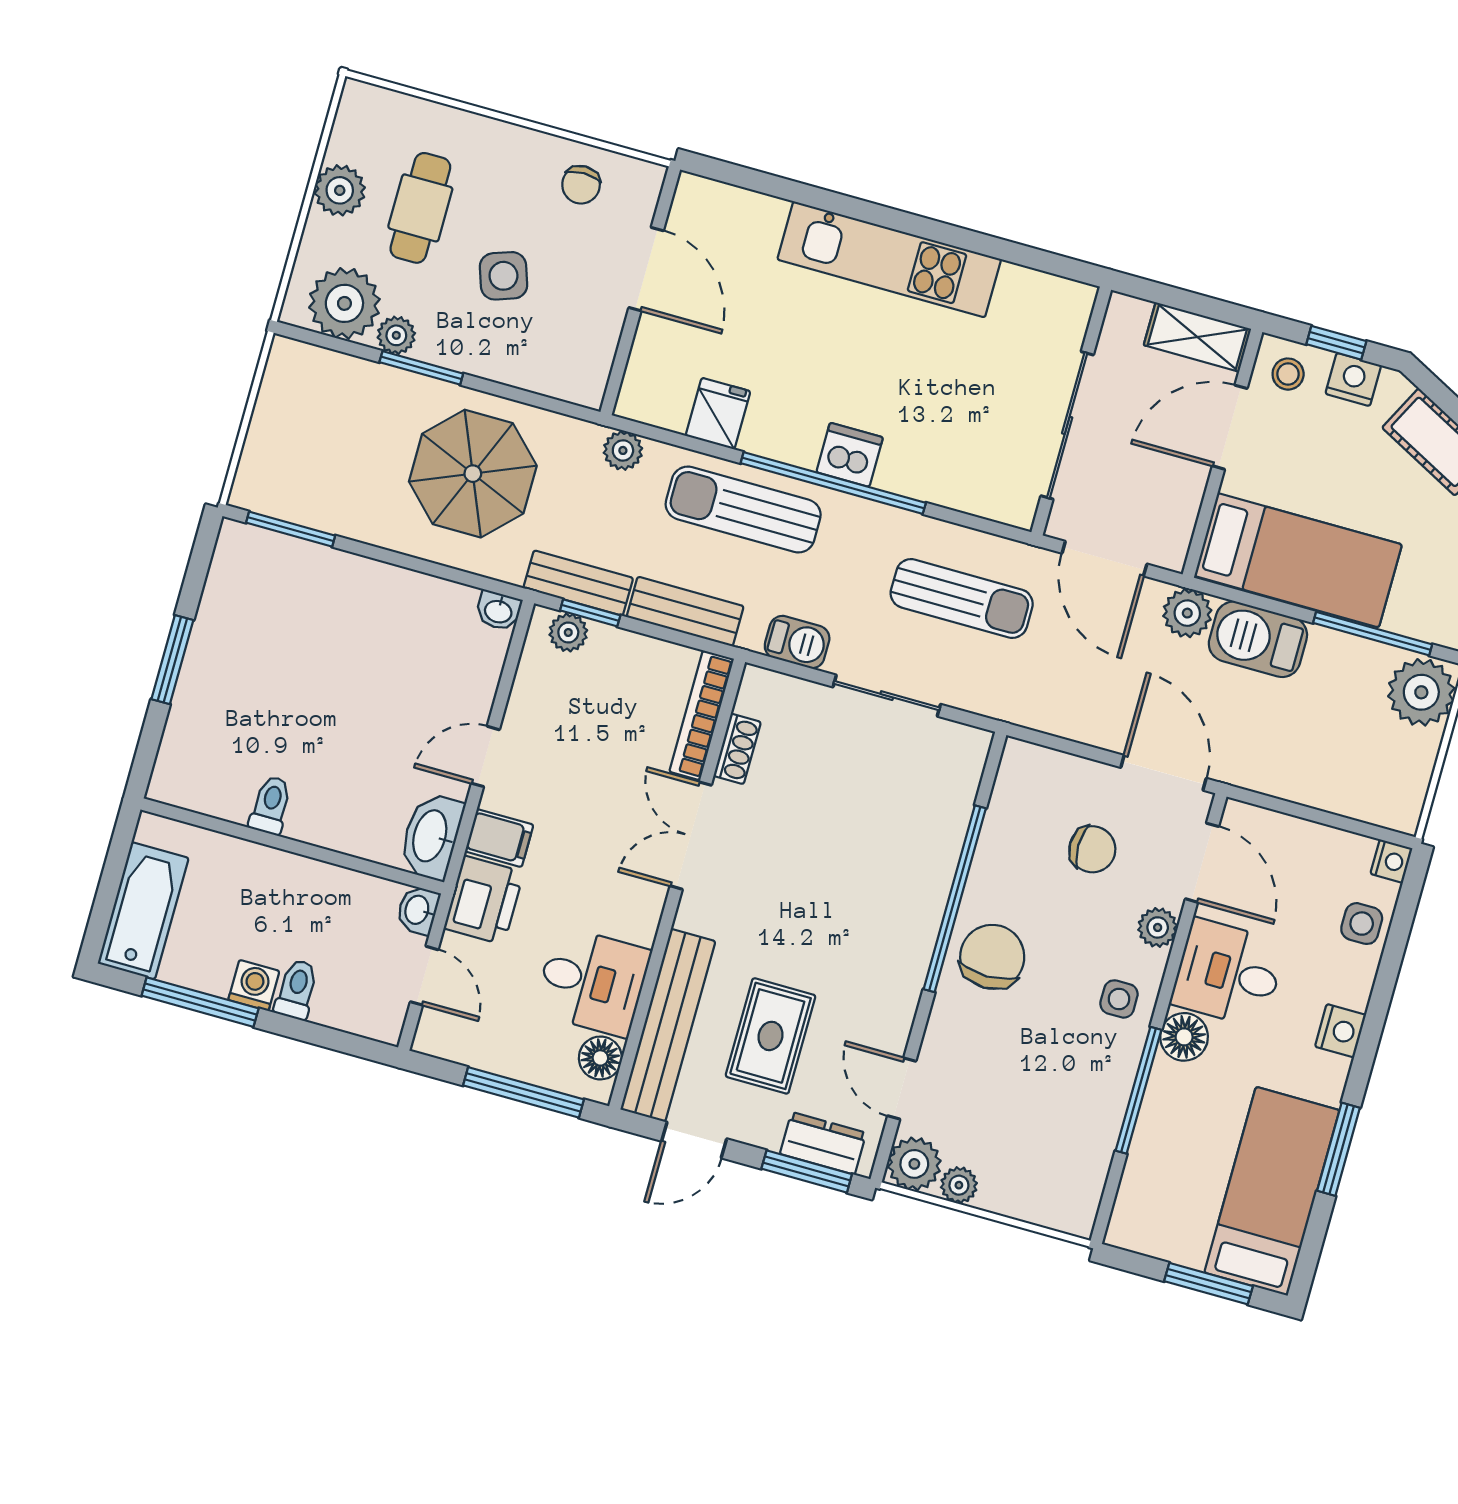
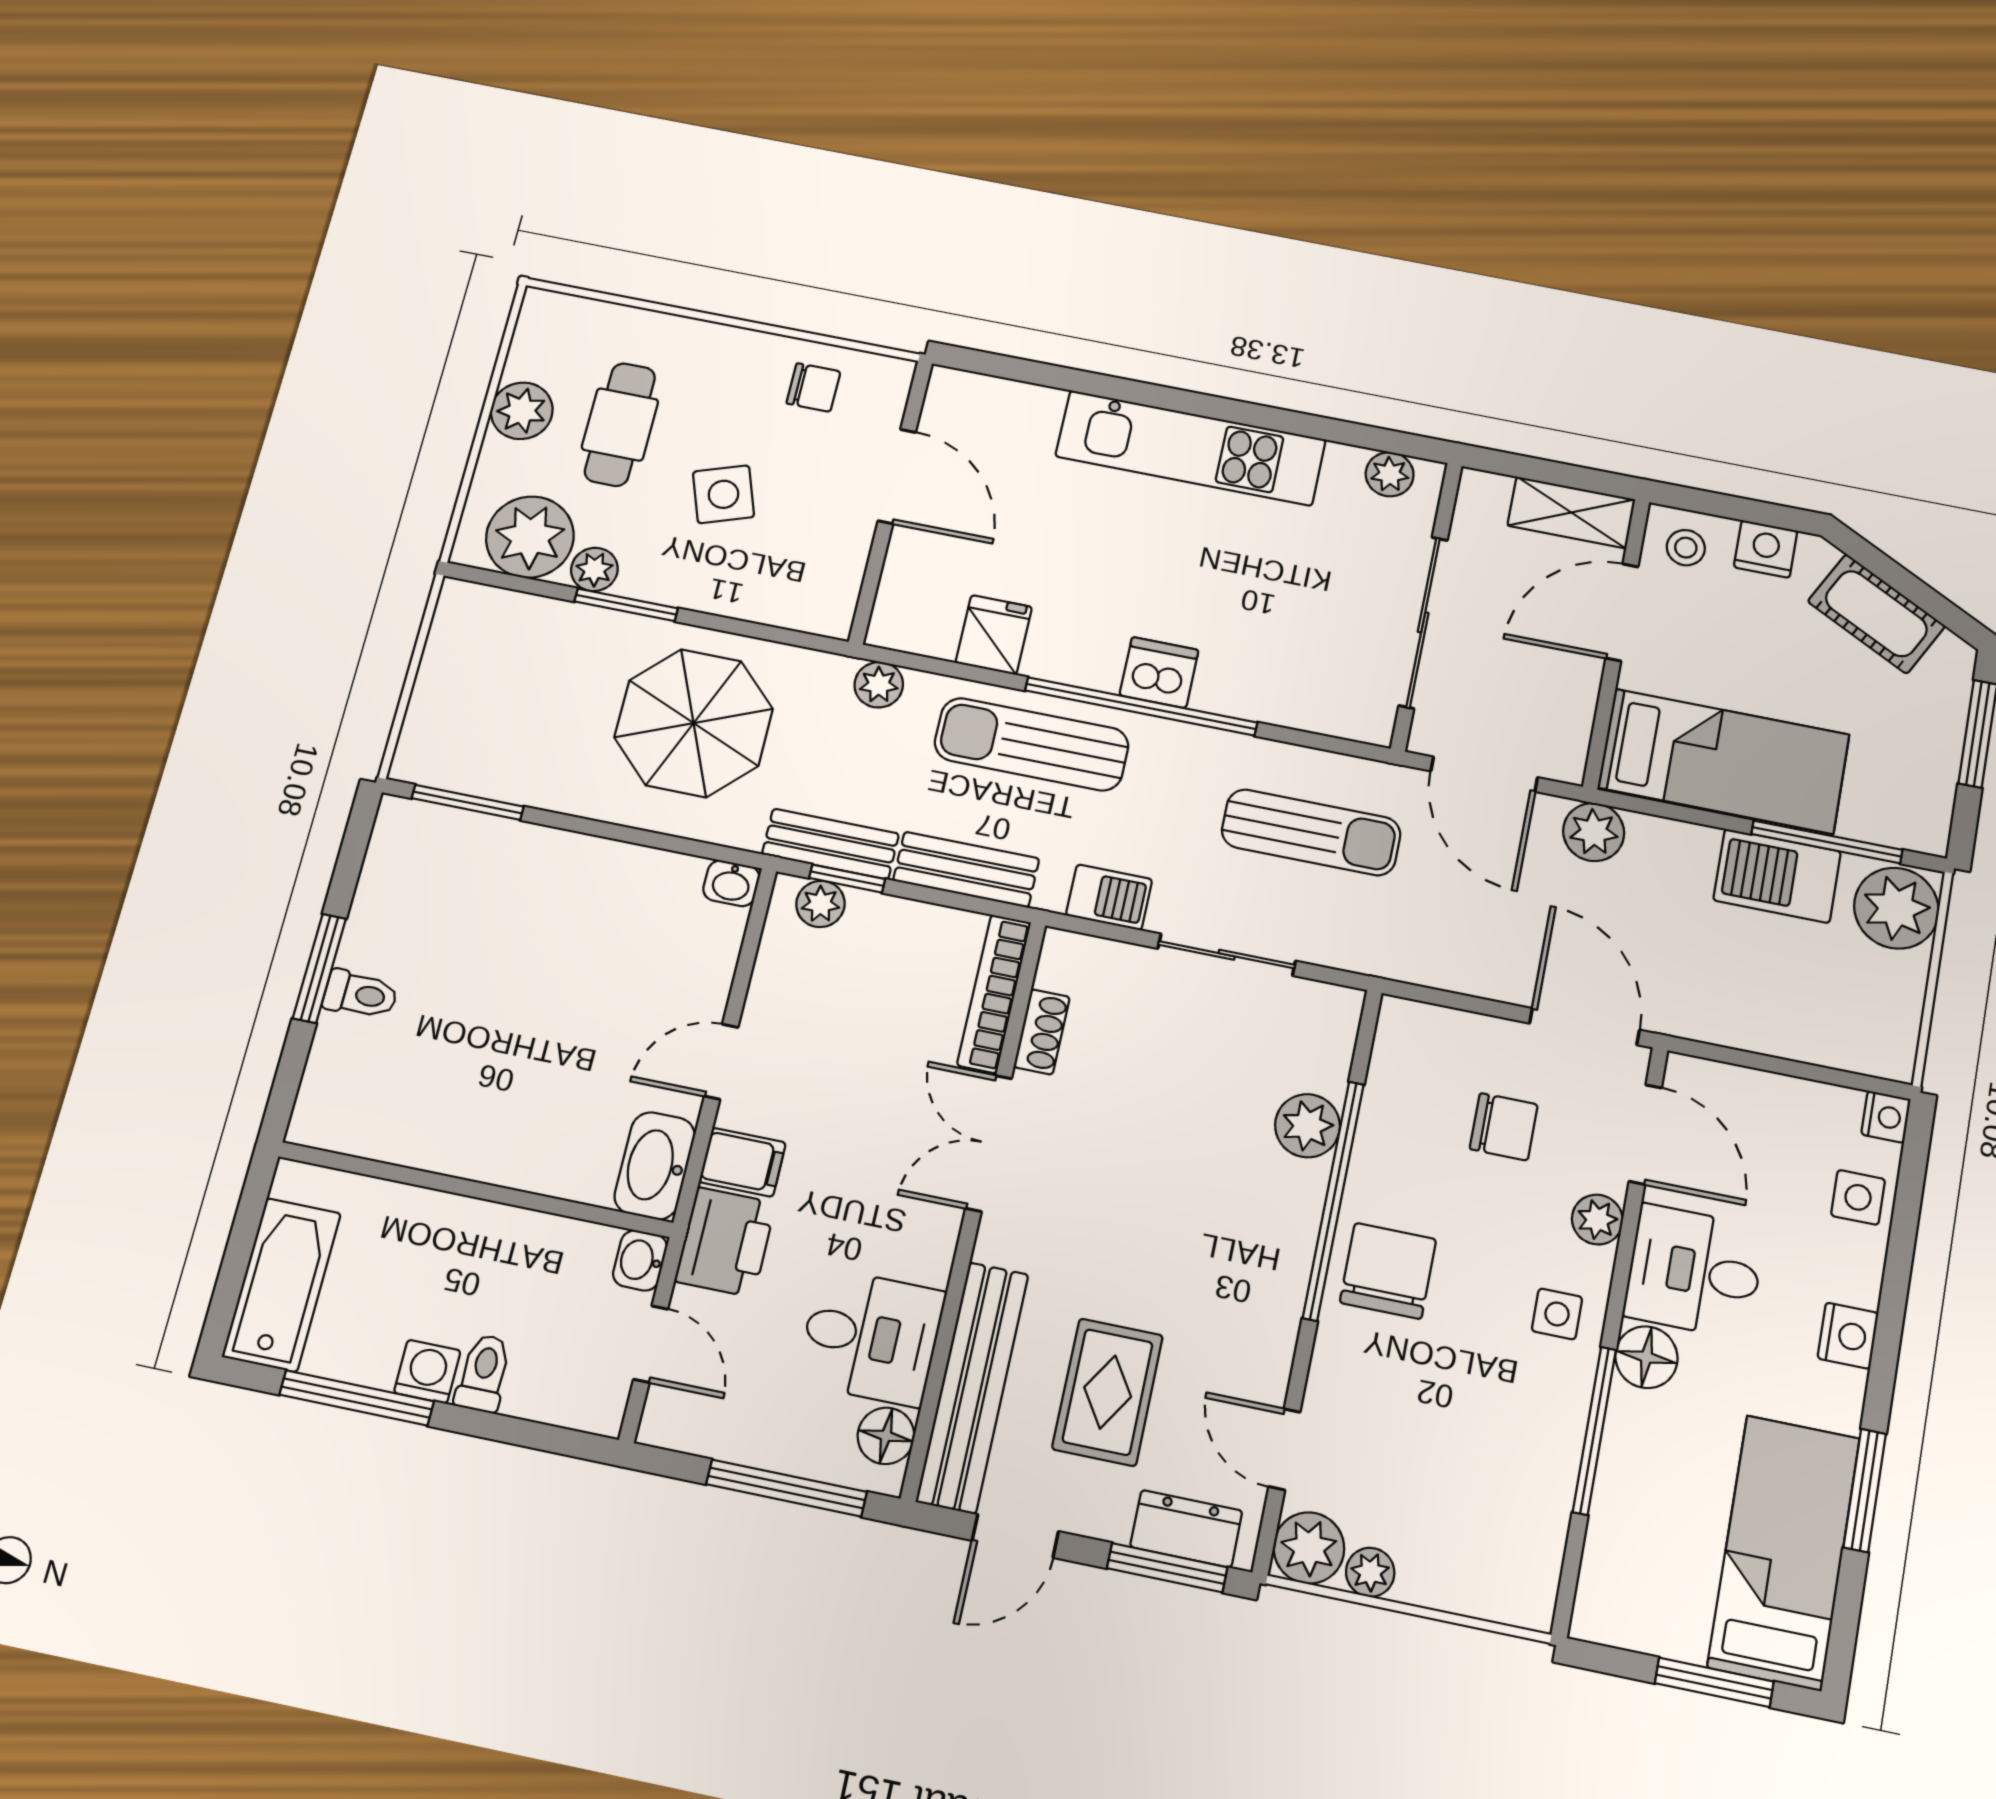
chair: (581, 185) -> (813, 387), turned -90
plant: (1051, 293) -> (1390, 474), added
window: (1336, 343) -> (1740, 509), removed
barbecue: (1258, 639) -> (1777, 876), moved
toilet: (271, 805) -> (360, 994), moved, turned 90
plant: (939, 838) -> (1307, 1126), added

